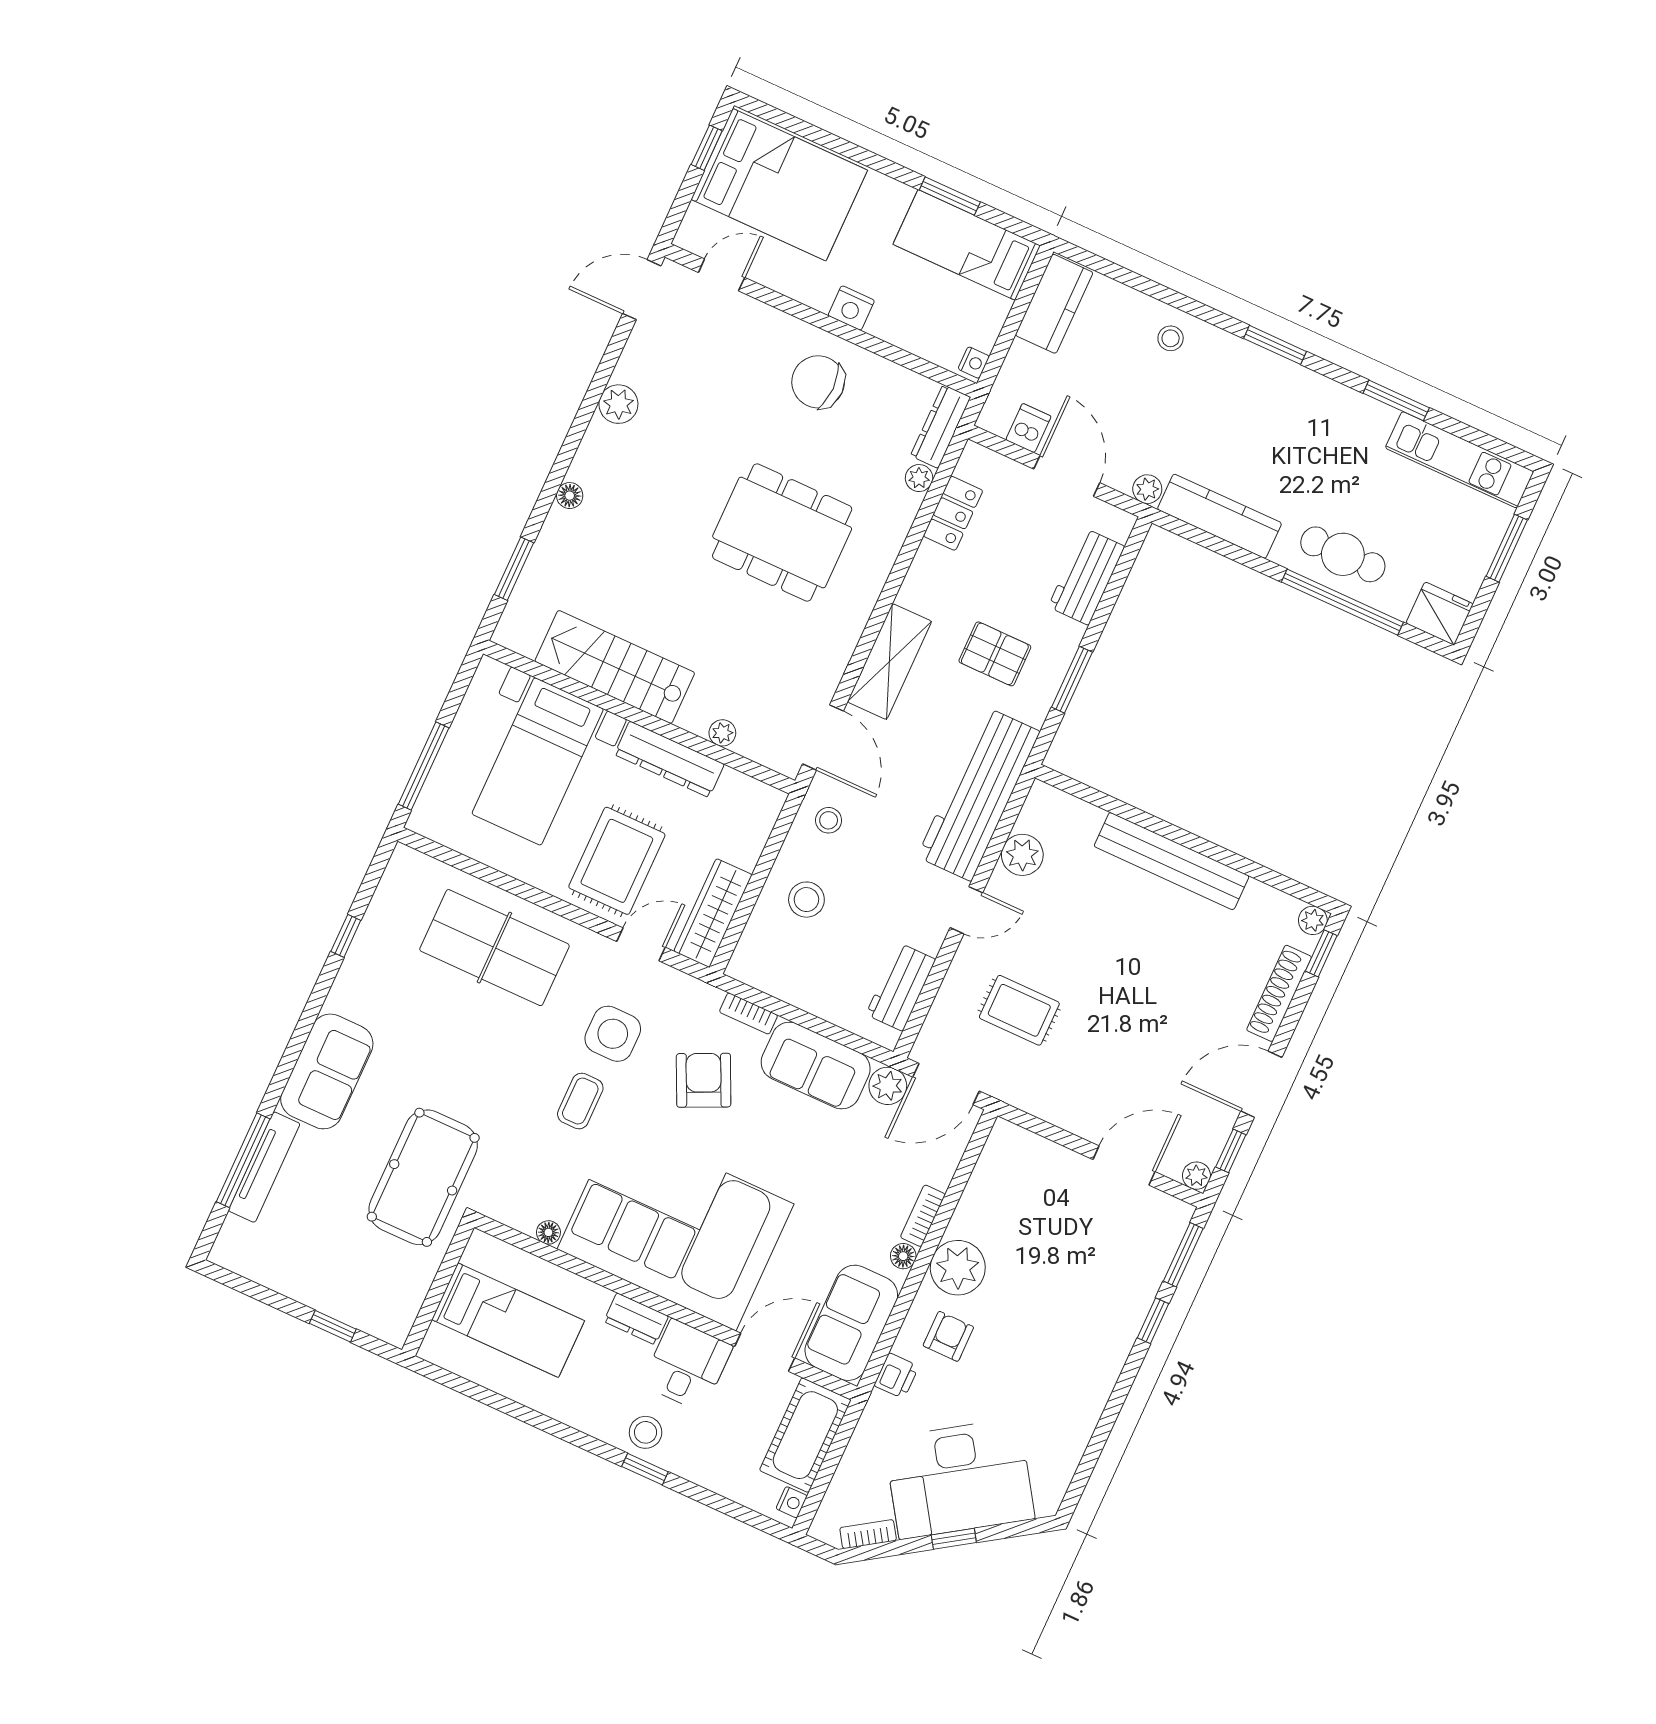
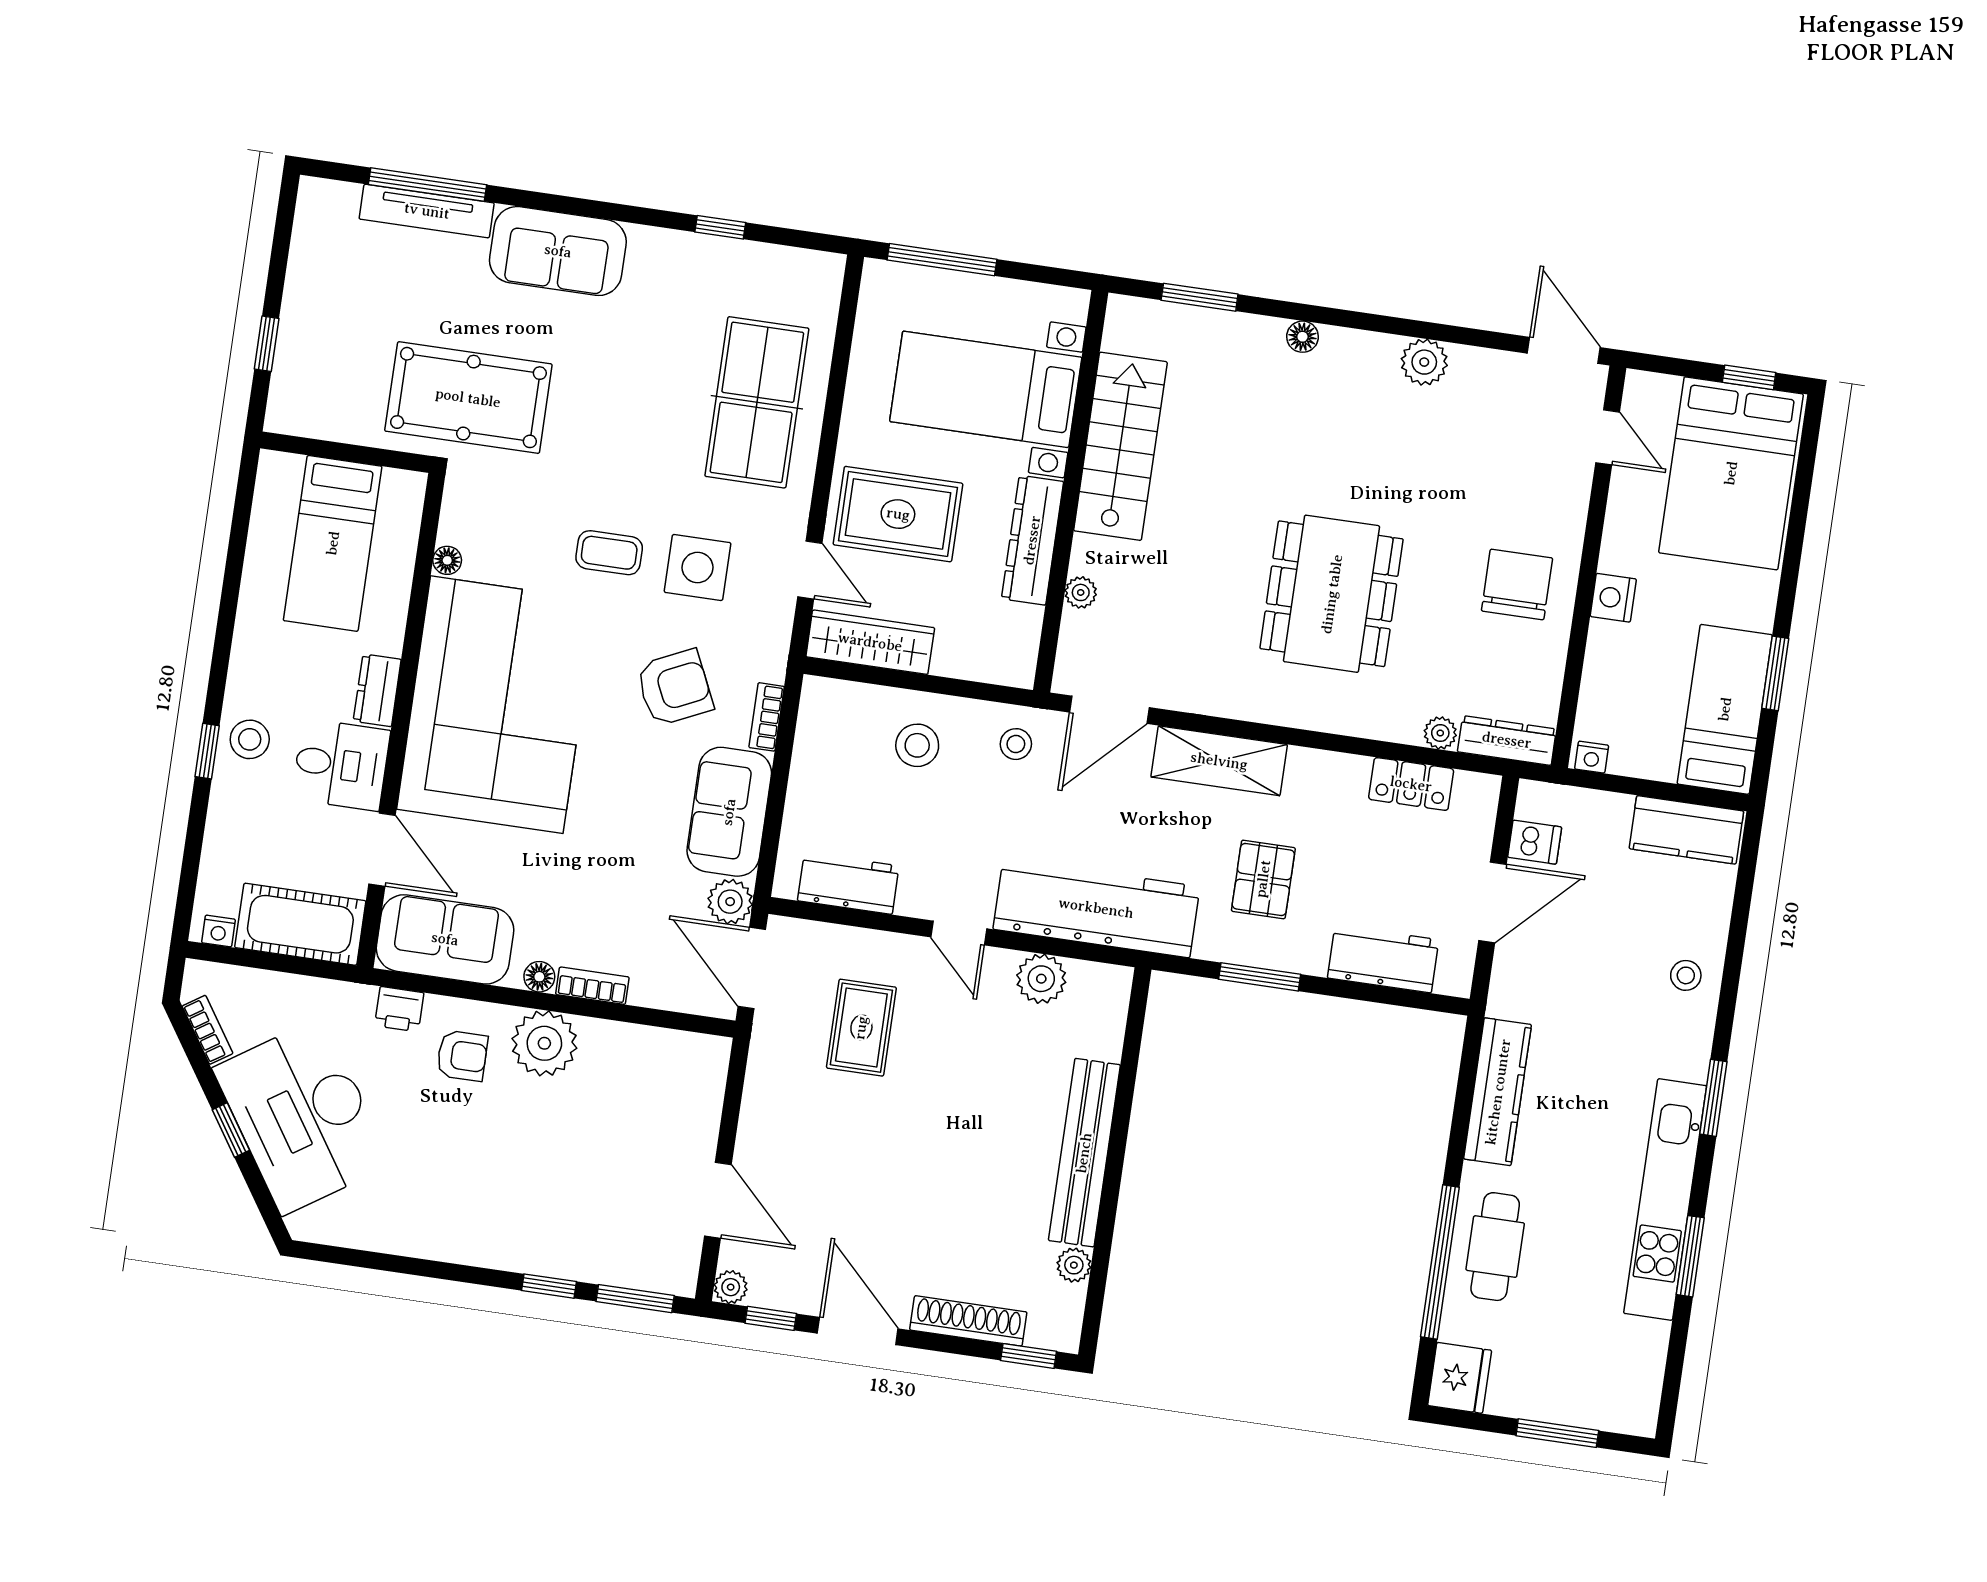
kitchen unit: (1460, 460) -> (1665, 1200), moved, width x1.36
plant: (1147, 489) -> (1504, 1000), removed
plant: (1313, 920) -> (1074, 1265), moved

